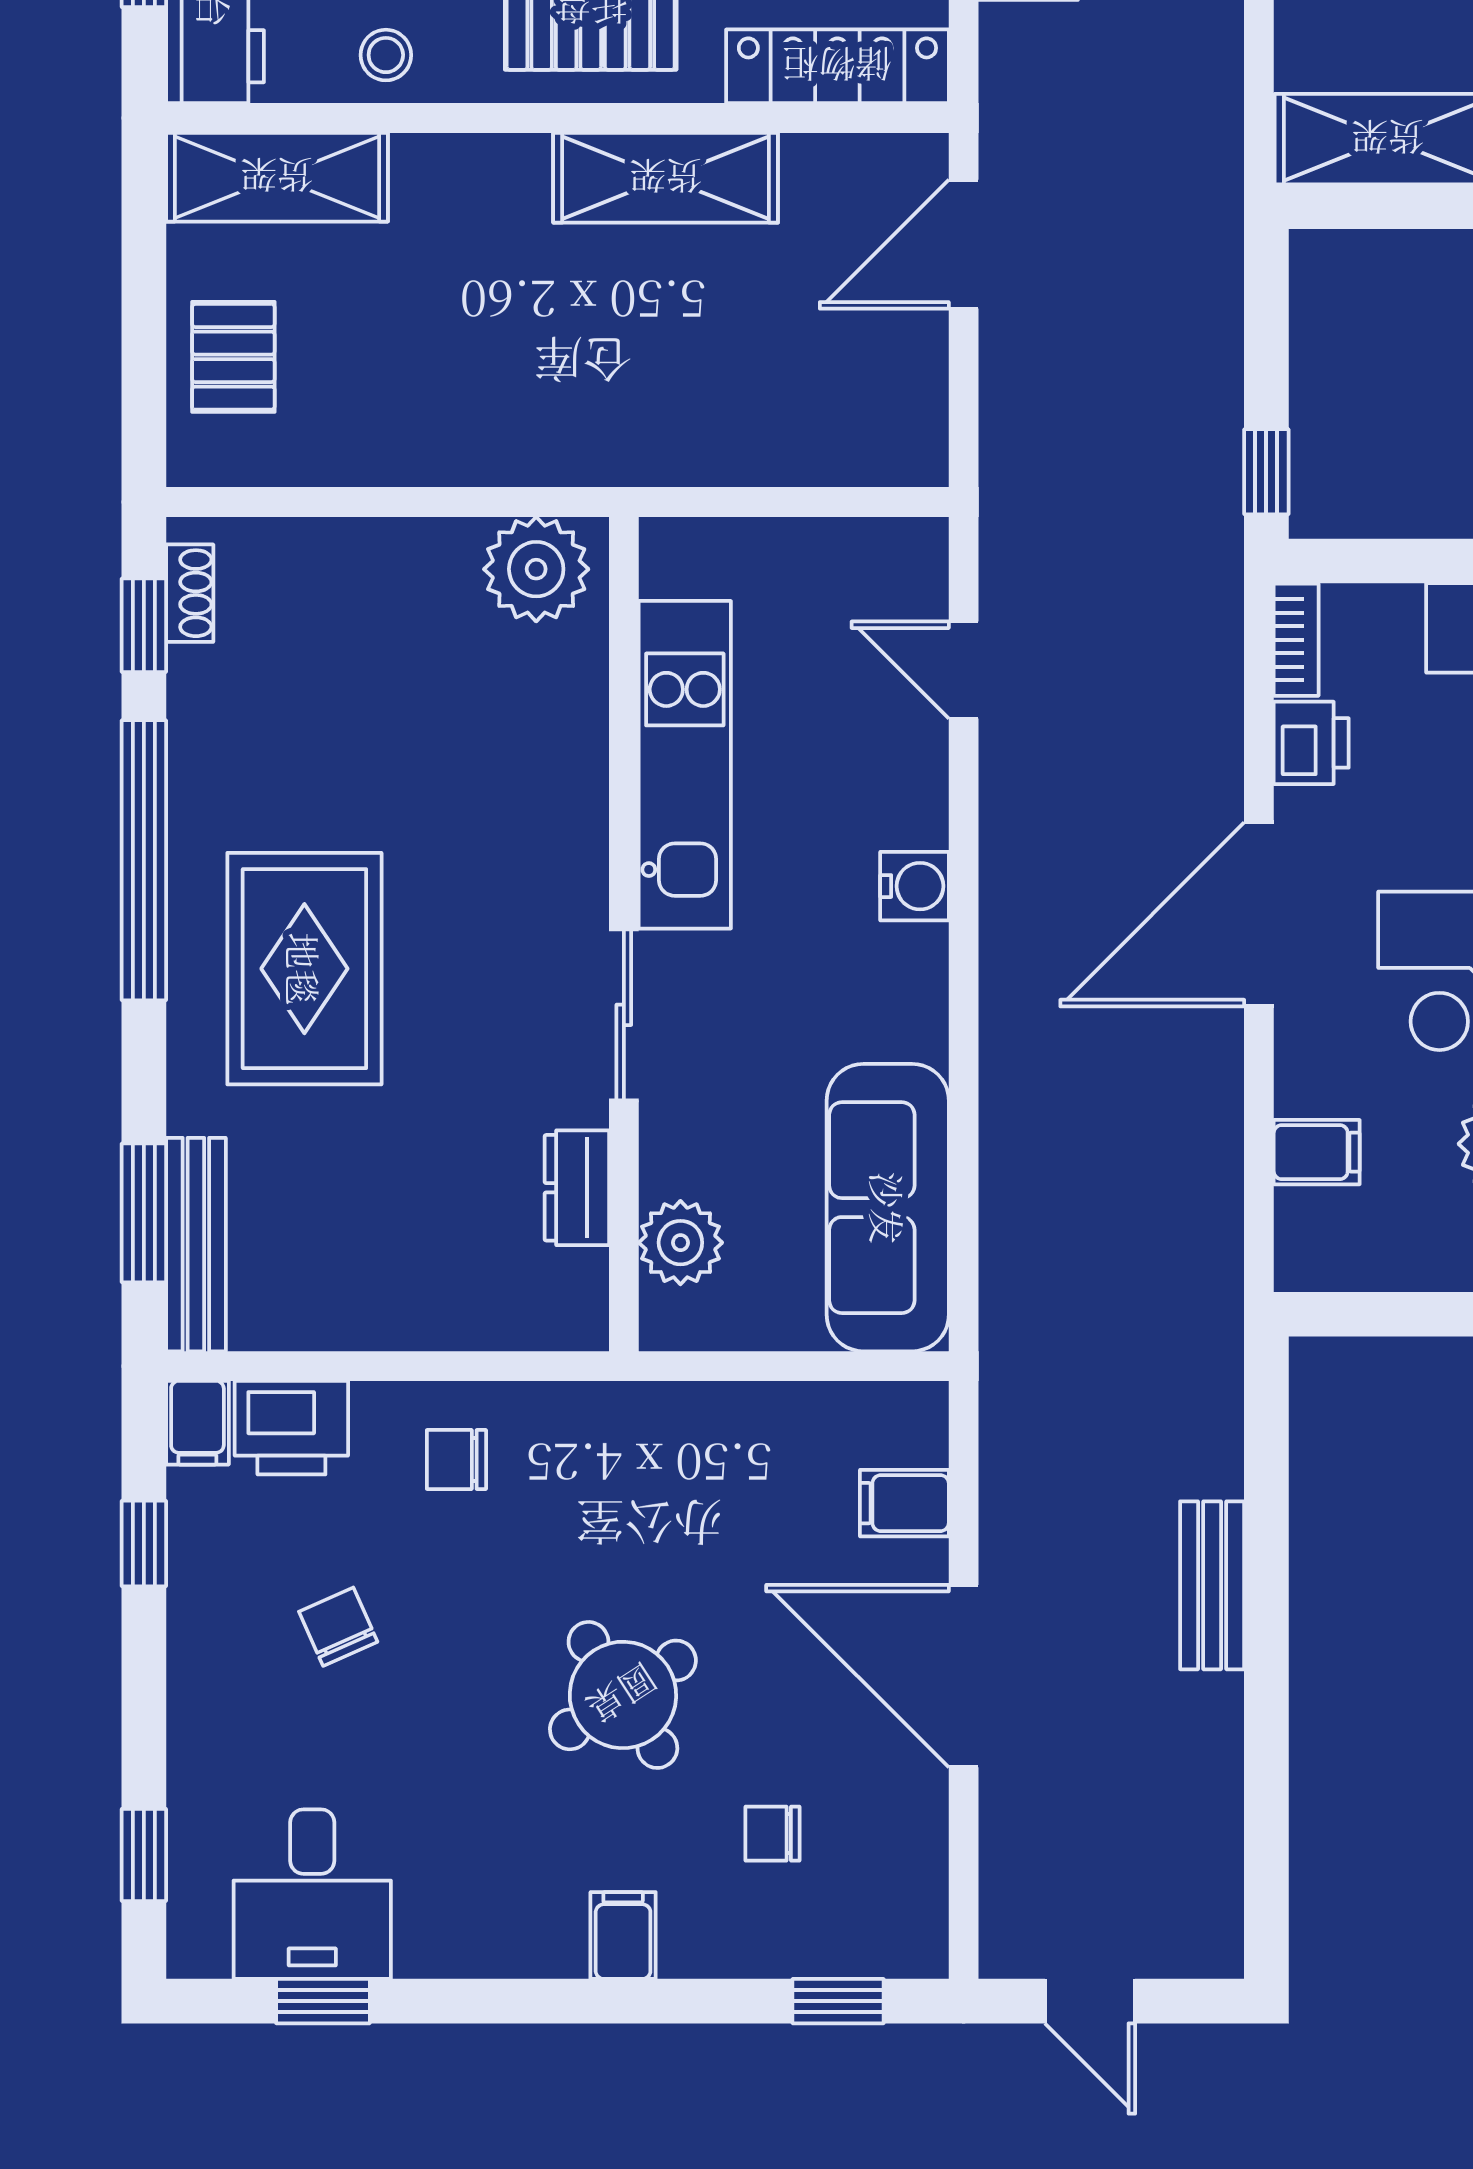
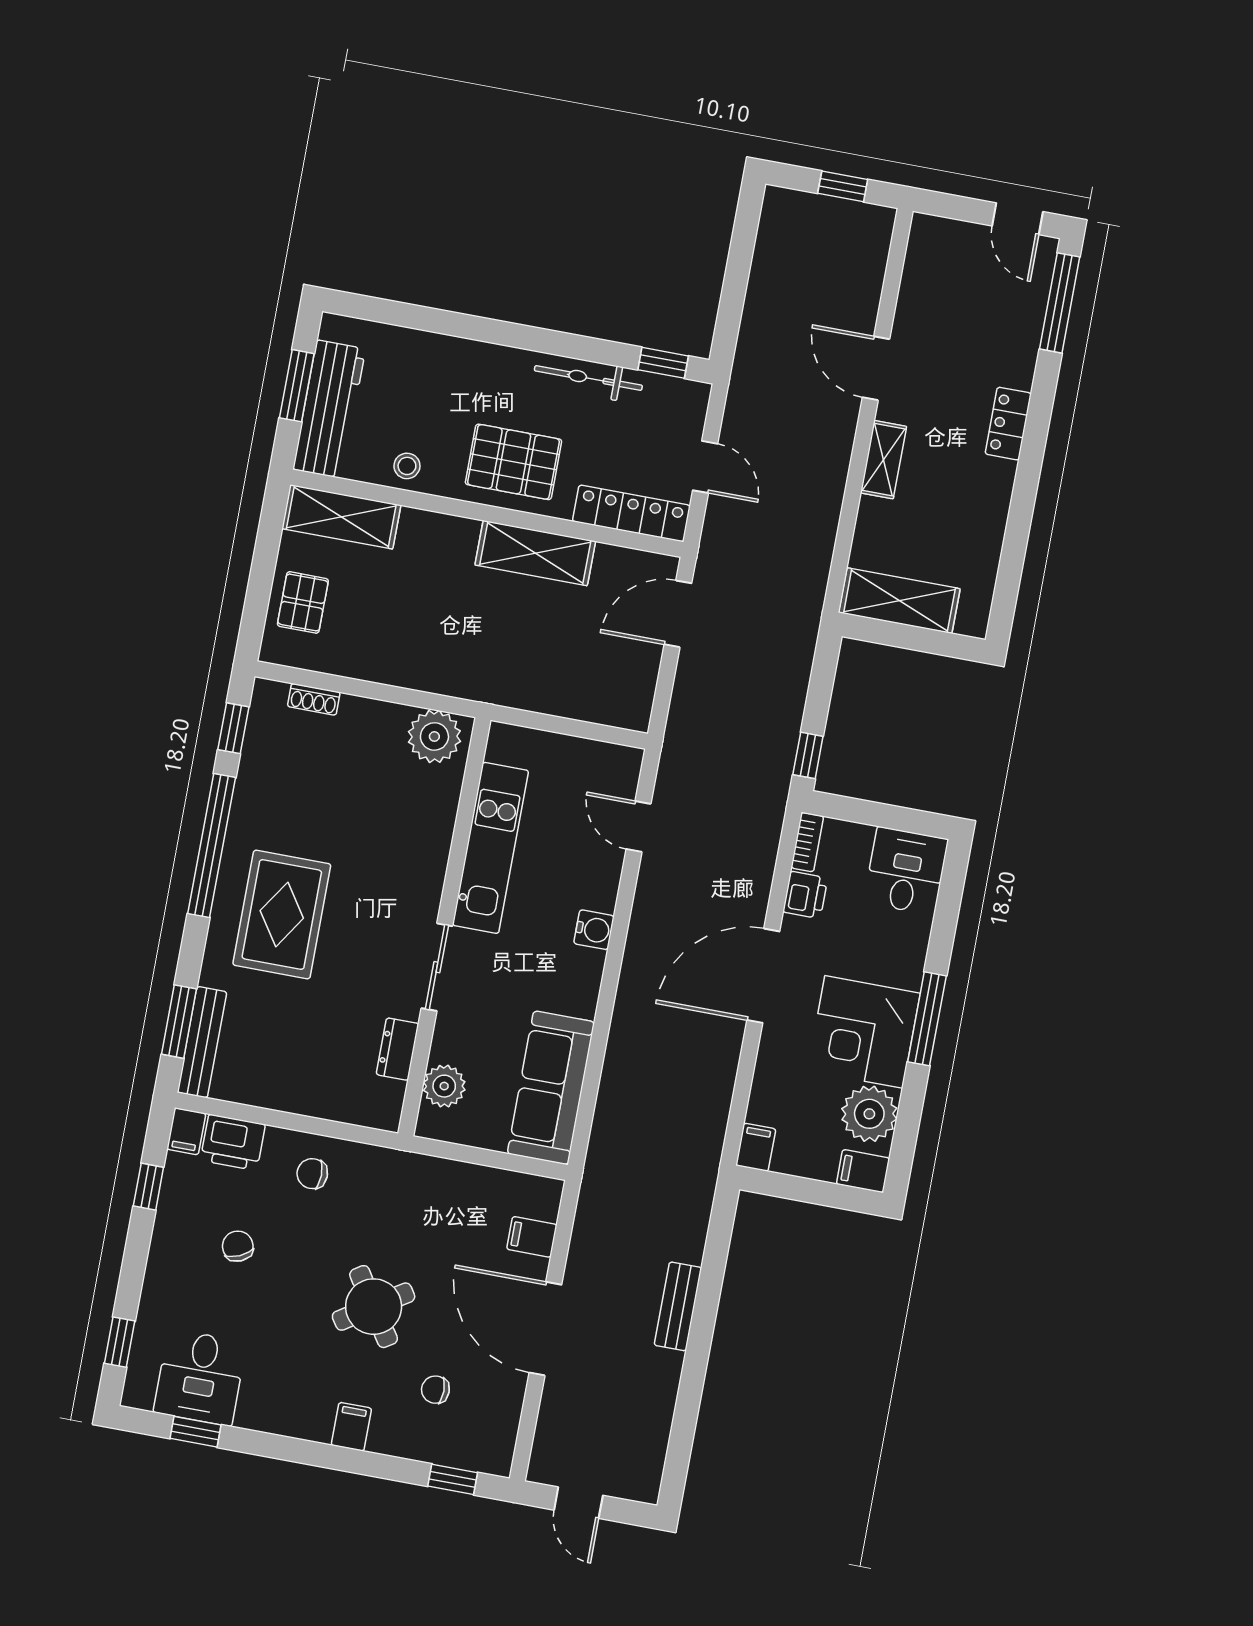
shoe rack: (190, 593) -> (314, 699), moved, turned 90
filing cabinet: (1317, 1152) -> (756, 1147), moved, turned -90

